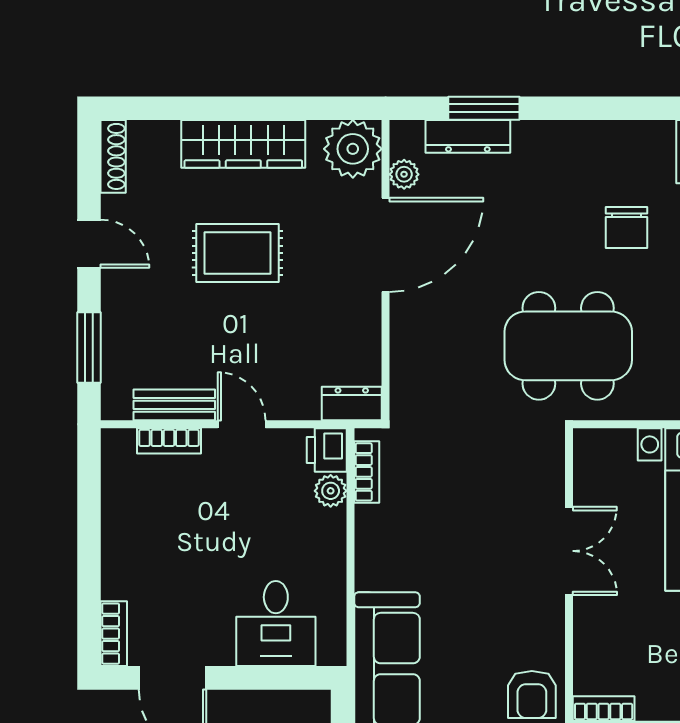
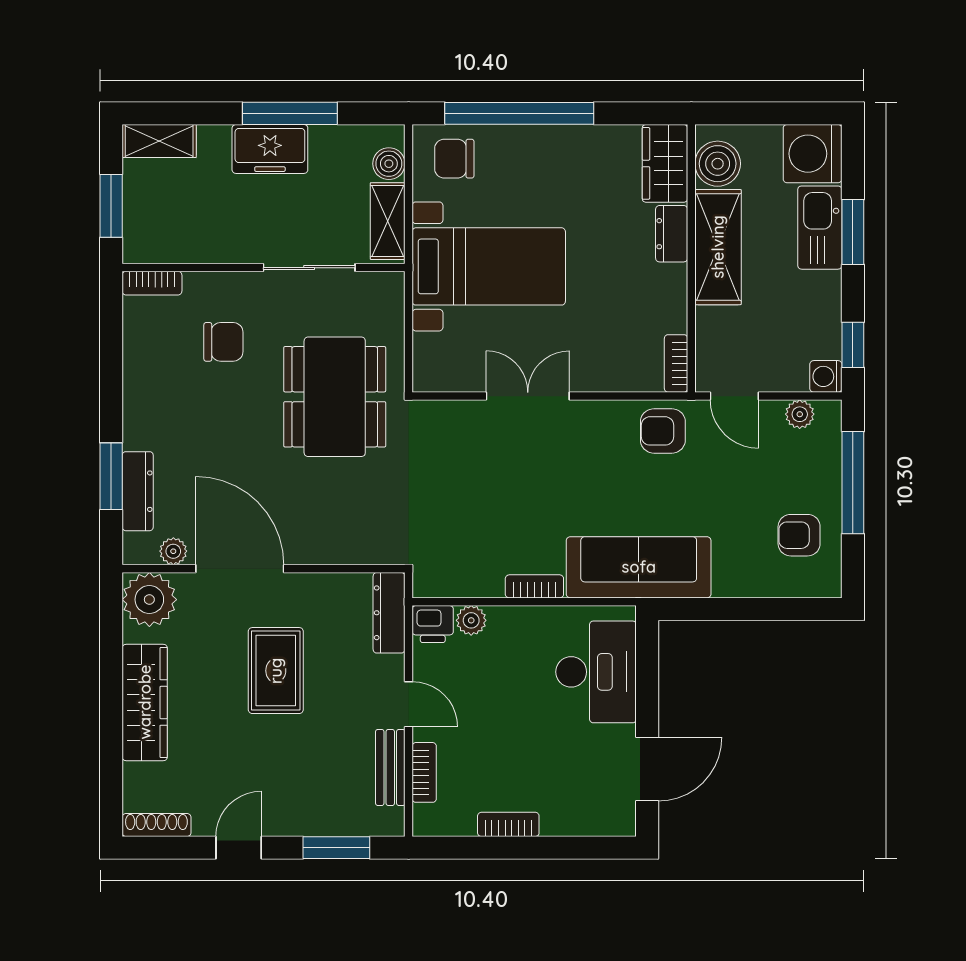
rug: (238, 253) -> (276, 671), moved
dresser: (352, 404) -> (389, 613), width x1.44
door: (242, 424) -> (409, 704), swing flipped
bookcase: (367, 472) -> (534, 586), moved
desk: (276, 624) -> (596, 672), width x1.37
bookcase: (114, 634) -> (508, 824), moved
armchair: (532, 695) -> (663, 431), turned 180

